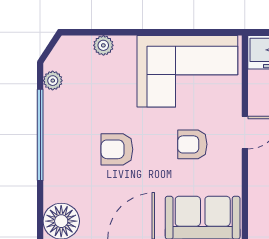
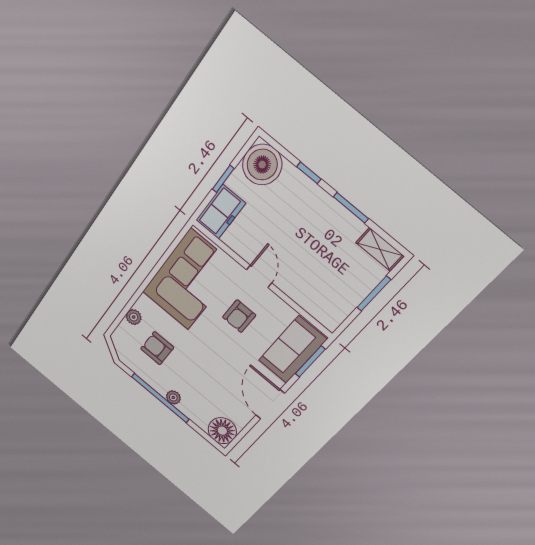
plant: (53, 81) -> (173, 397), moved
armchair: (117, 149) -> (157, 348), moved, turned 90

